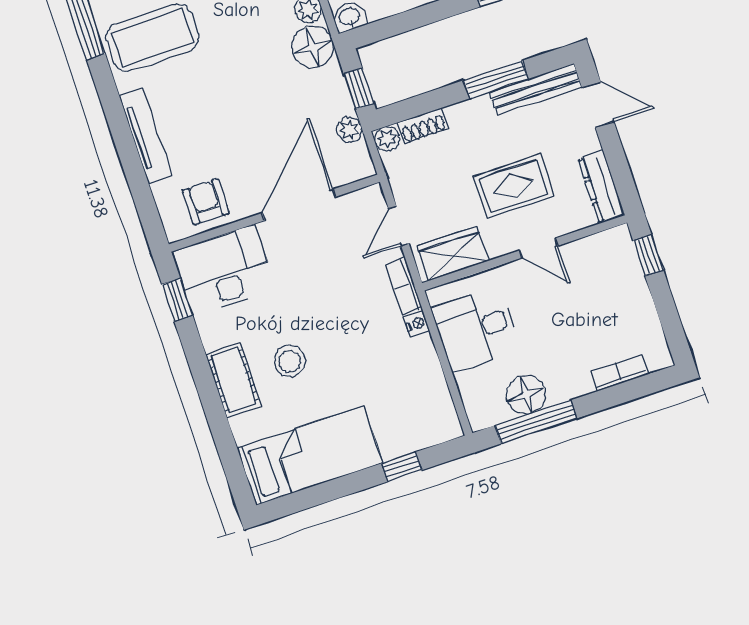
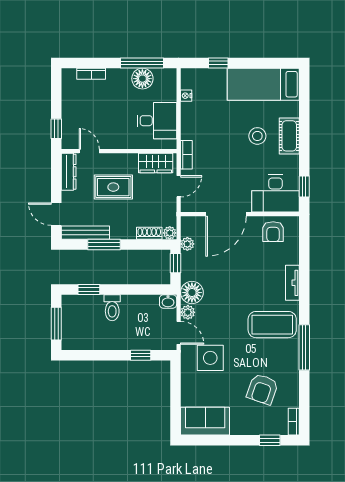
tv unit: (146, 136) -> (292, 283), width x0.71
door: (539, 248) -> (89, 151), moved
nightstand: (417, 324) -> (186, 96), moved

